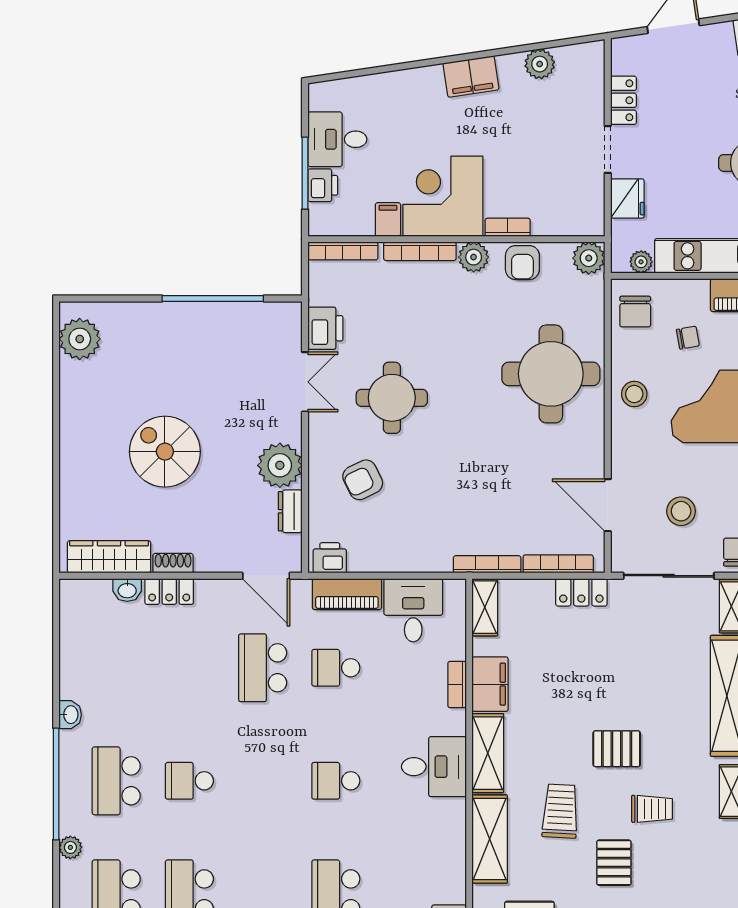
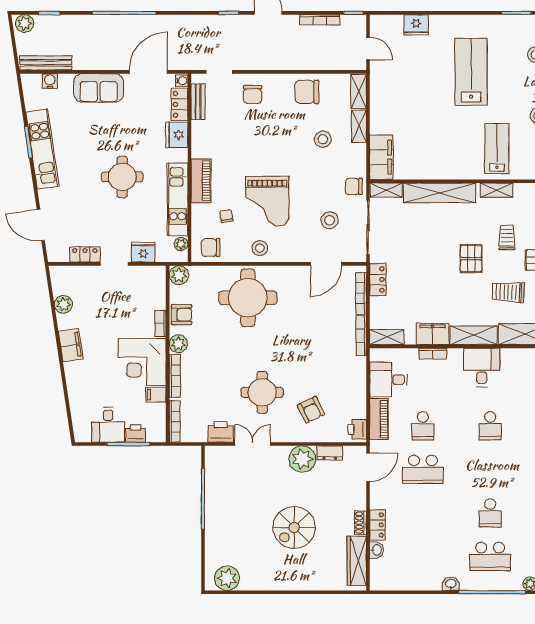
chair: (635, 312) -> (211, 247), turned 180

